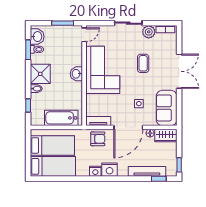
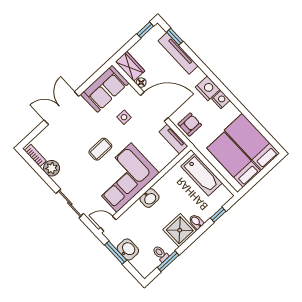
sliding door: (128, 23) -> (70, 203), moved
washbasin: (37, 37) -> (128, 249), moved, turned 90
coffee table: (143, 63) -> (100, 149), moved
armchair: (98, 139) -> (190, 125), turned 90

